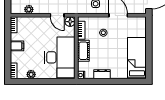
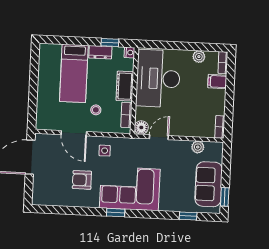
door: (57, 15) -> (159, 137), hinge flipped
filing cabinet: (17, 46) -> (217, 82), moved
bed: (137, 58) -> (74, 73), moved
window: (95, 82) -> (110, 43), added

